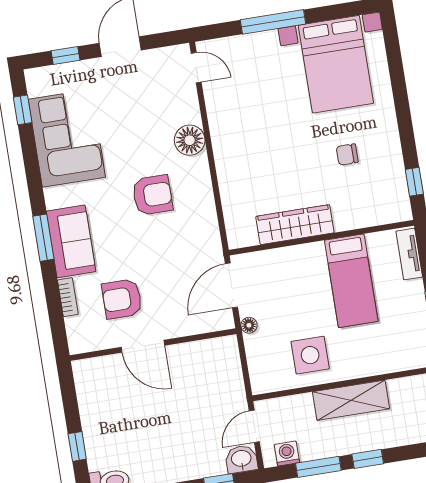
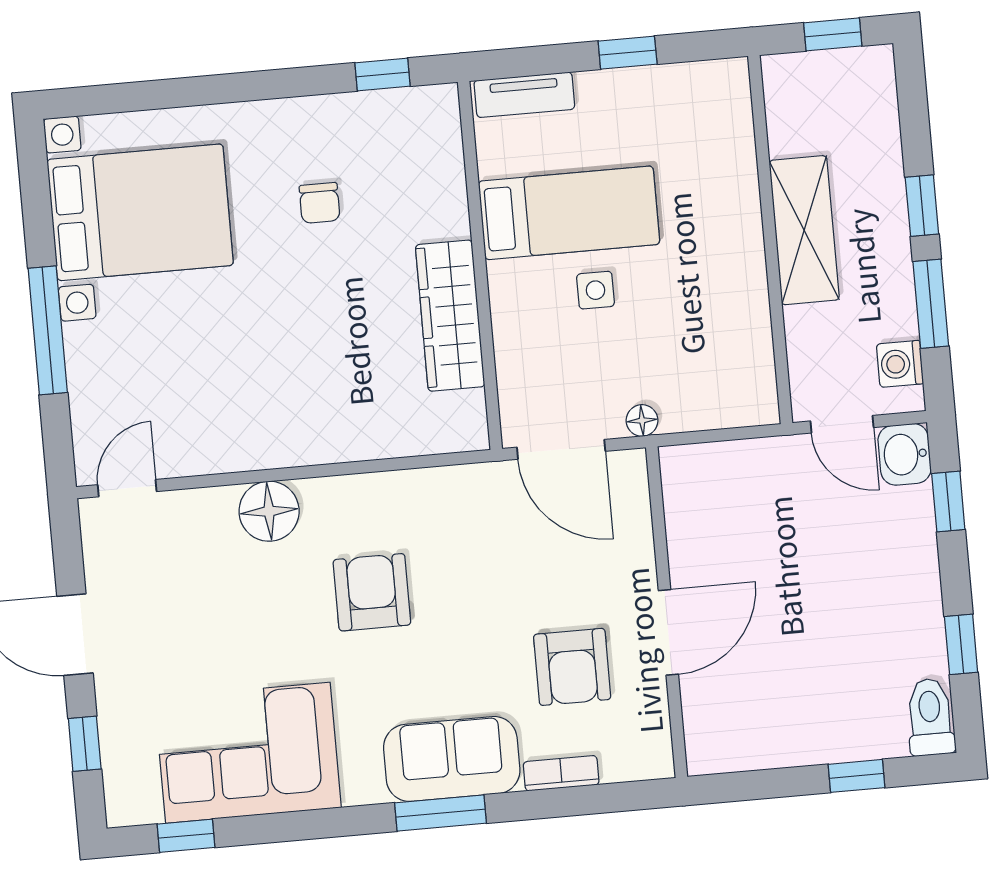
side table: (310, 355) -> (595, 290), moved, width x0.54, depth x0.54

